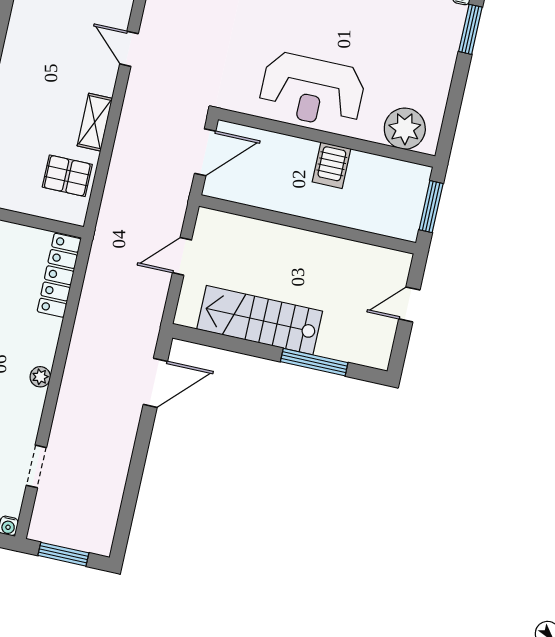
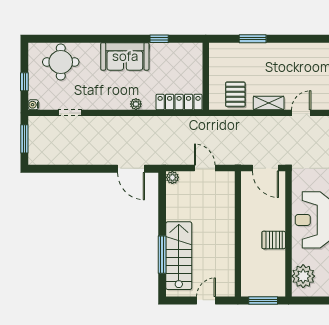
door: (129, 49) -> (301, 113), moved
door: (409, 304) -> (206, 300), hinge flipped
plant: (186, 315) -> (172, 177), added
stairs: (260, 320) -> (179, 256), moved
plant: (40, 377) -> (136, 104), moved

